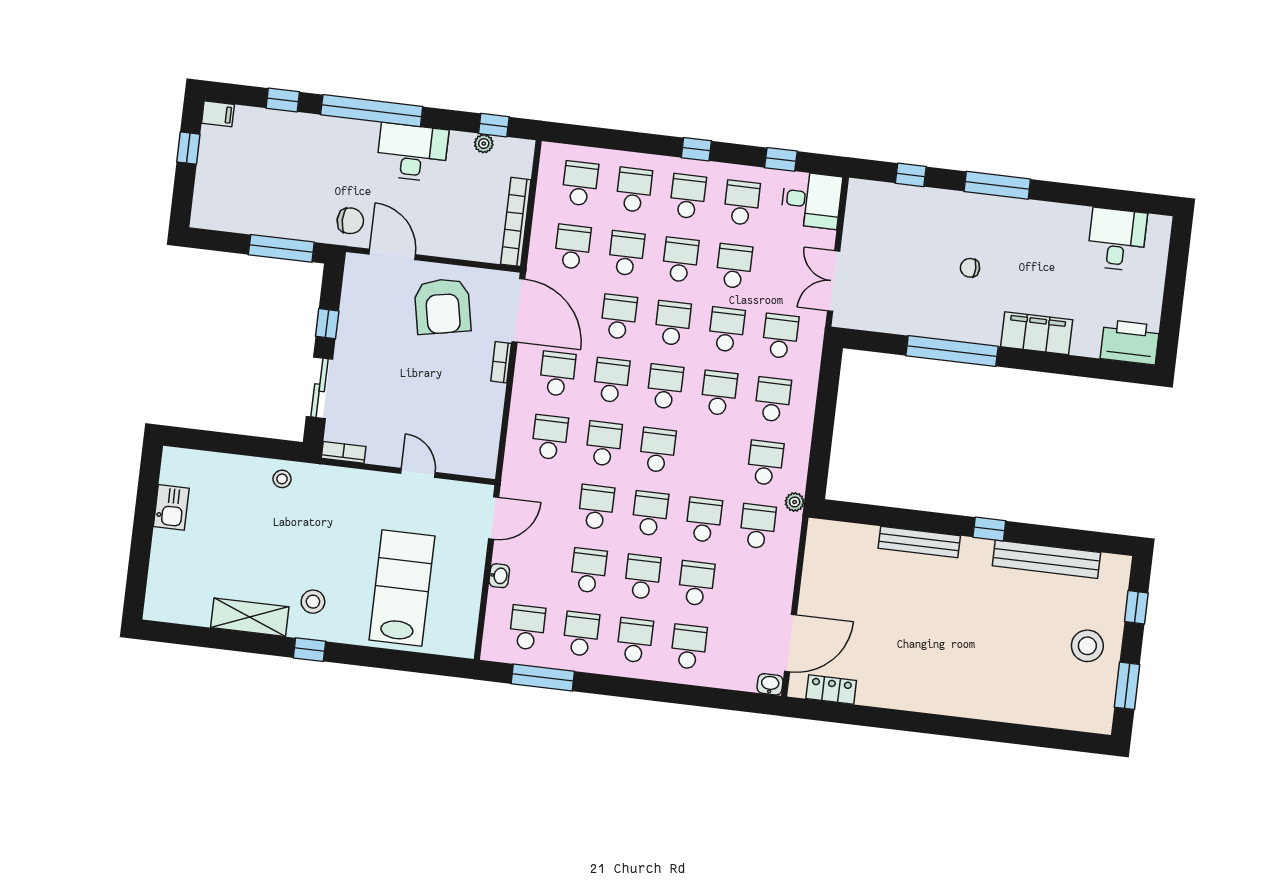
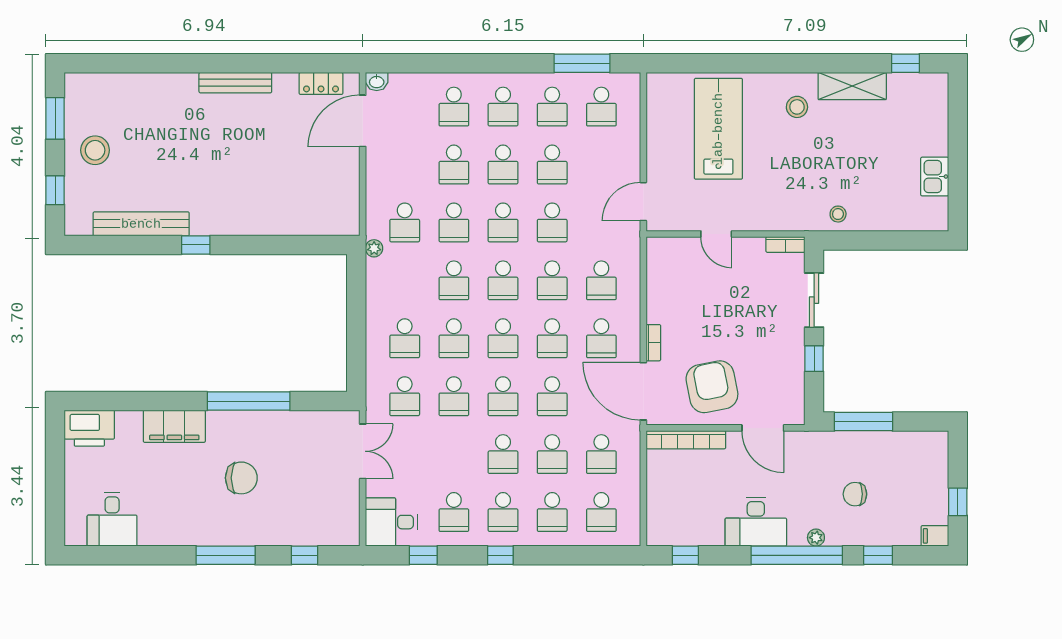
plant: (484, 144) -> (816, 538), moved
chair: (350, 221) -> (855, 494), moved
bookcase: (516, 222) -> (686, 440), moved, turned 90
school desk: (734, 266) -> (454, 454), removed
chair: (970, 268) -> (241, 478), width x1.87, depth x1.87
school desk: (765, 463) -> (454, 280), moved
bench: (919, 542) -> (235, 83), moved
washbasin: (499, 576) -> (632, 150), removed
lab bench: (402, 588) -> (718, 129), turned 180
window: (309, 650) -> (905, 63), moved

